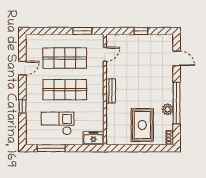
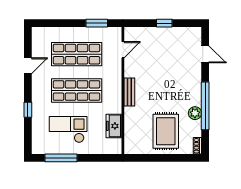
freezer: (93, 138) -> (114, 126), moved, turned -90

